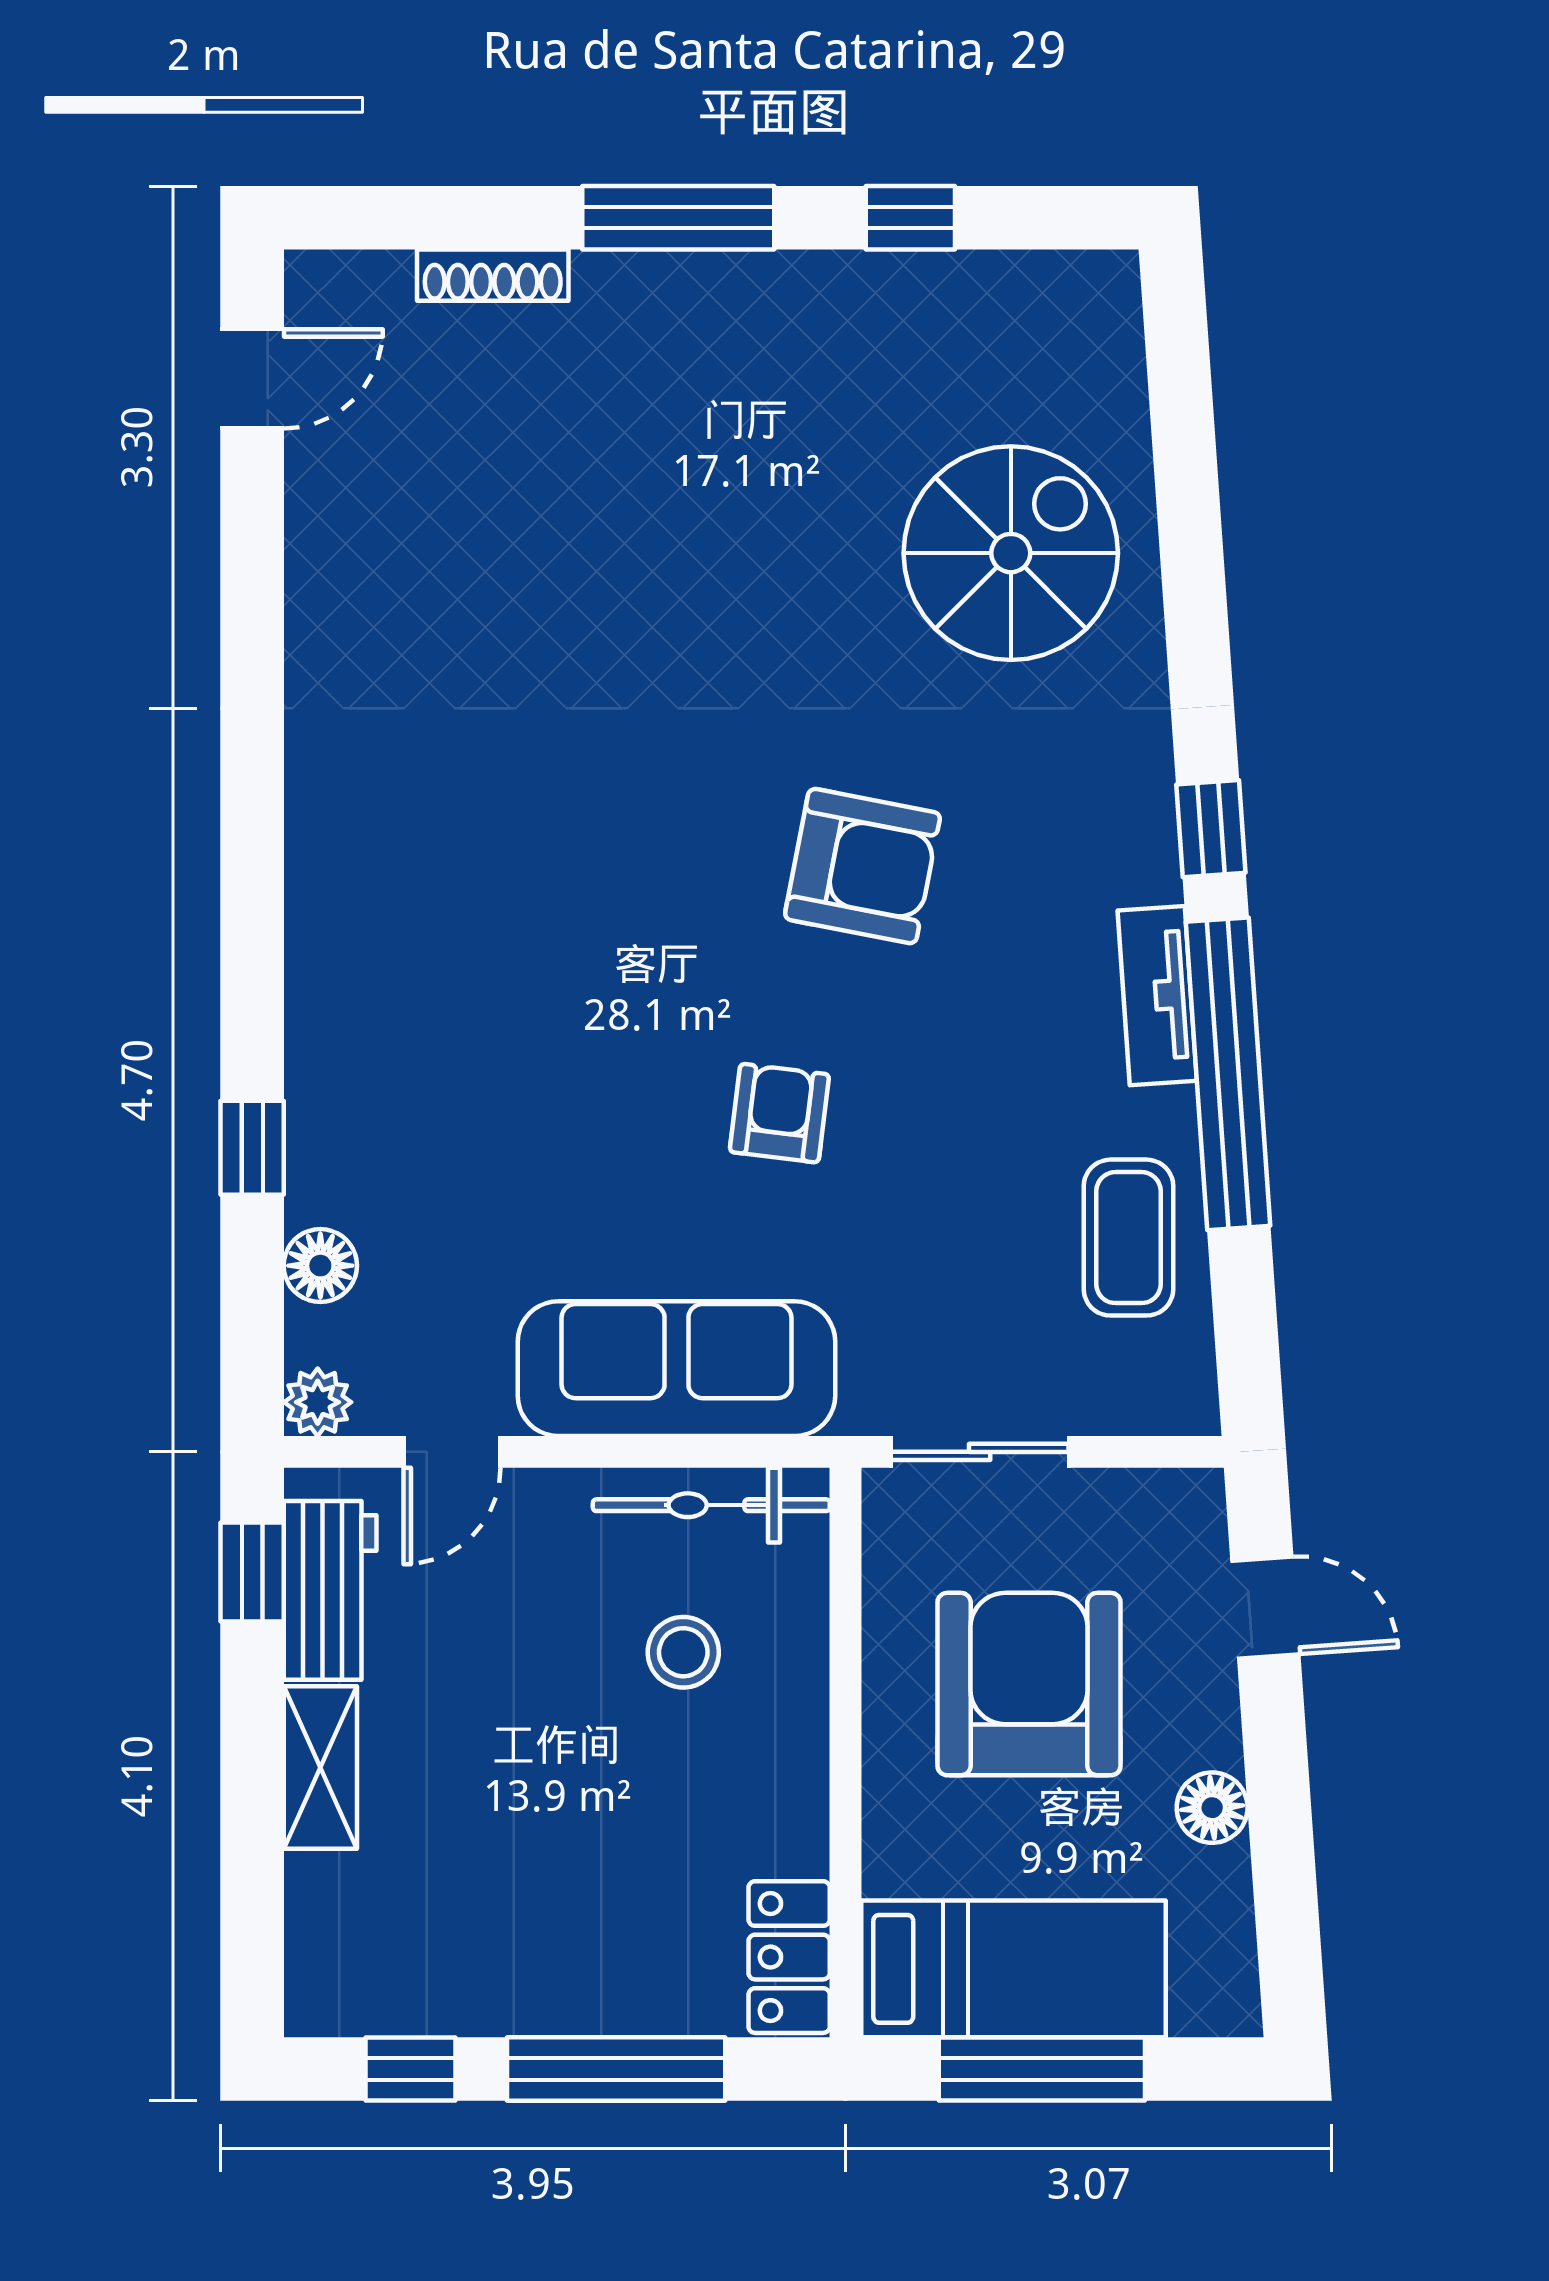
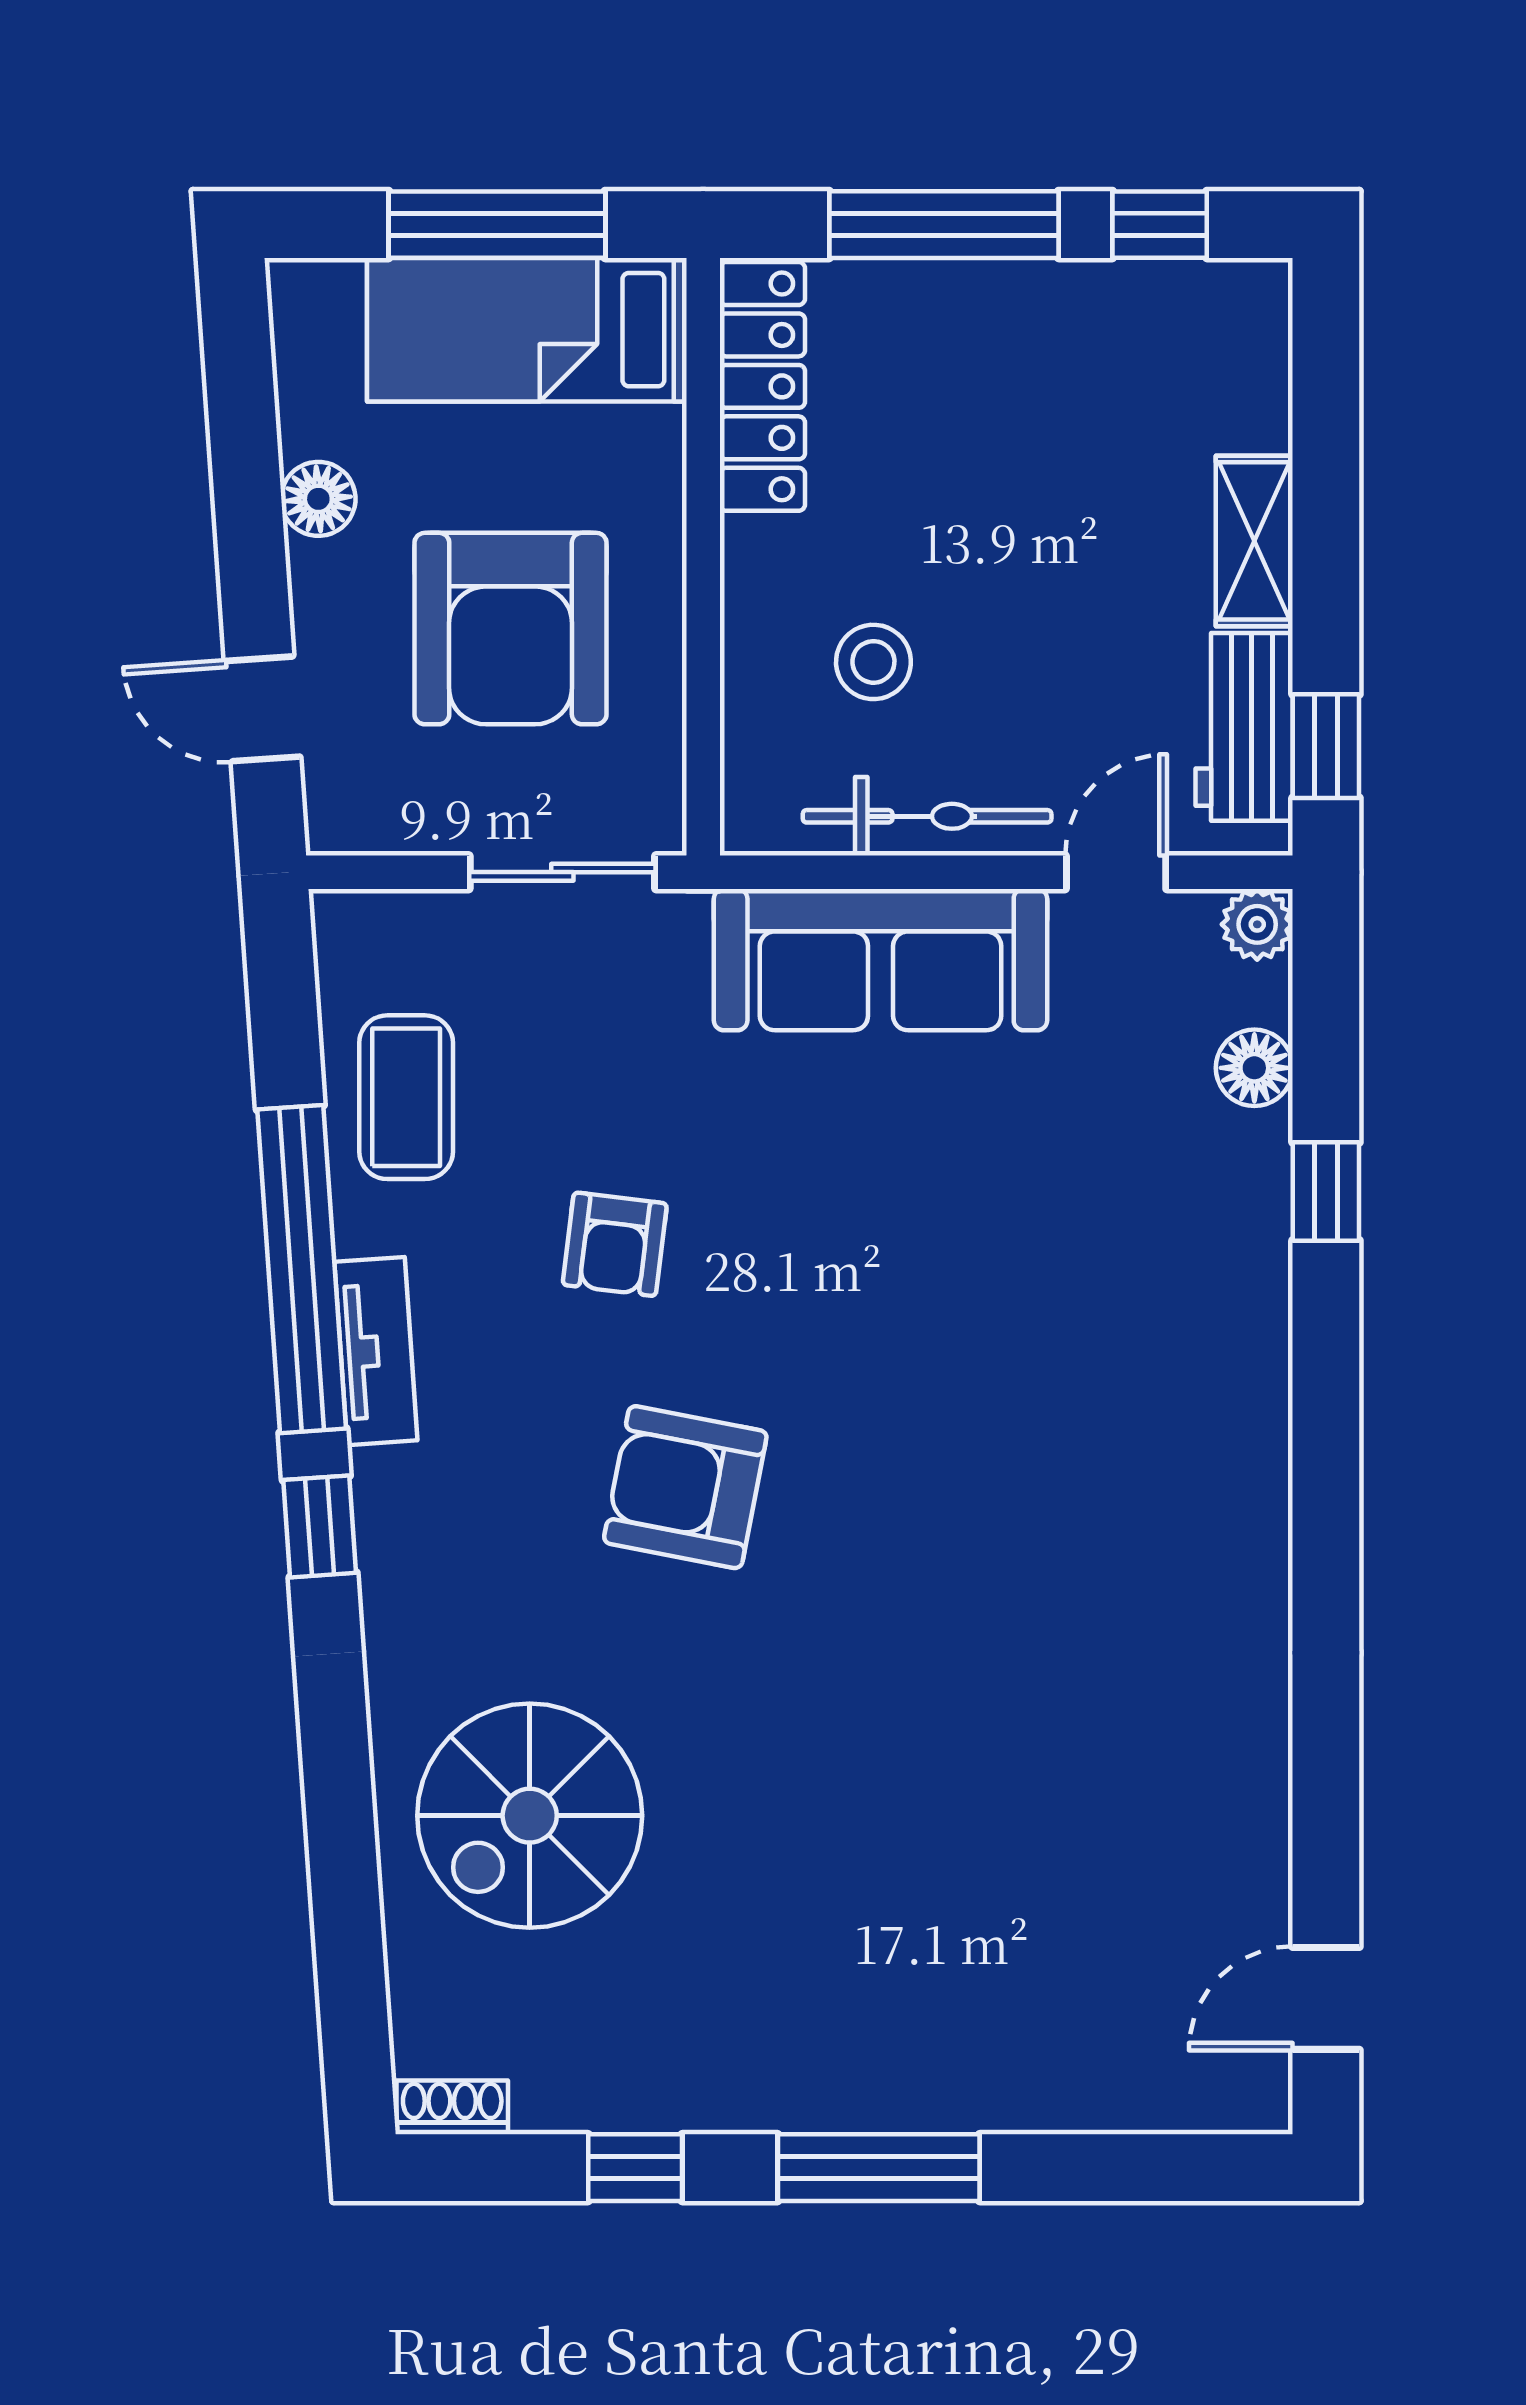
shoe rack: (493, 275) -> (452, 2107), moved, width x0.70
armchair: (779, 1113) -> (615, 1244), moved
bicycle: (711, 1505) -> (927, 816), moved
locker: (789, 1957) -> (762, 386), width x1.53

